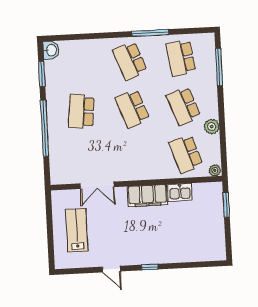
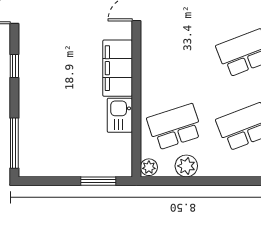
plant: (212, 127) -> (186, 166), moved
window: (203, 264) -> (14, 143), added

